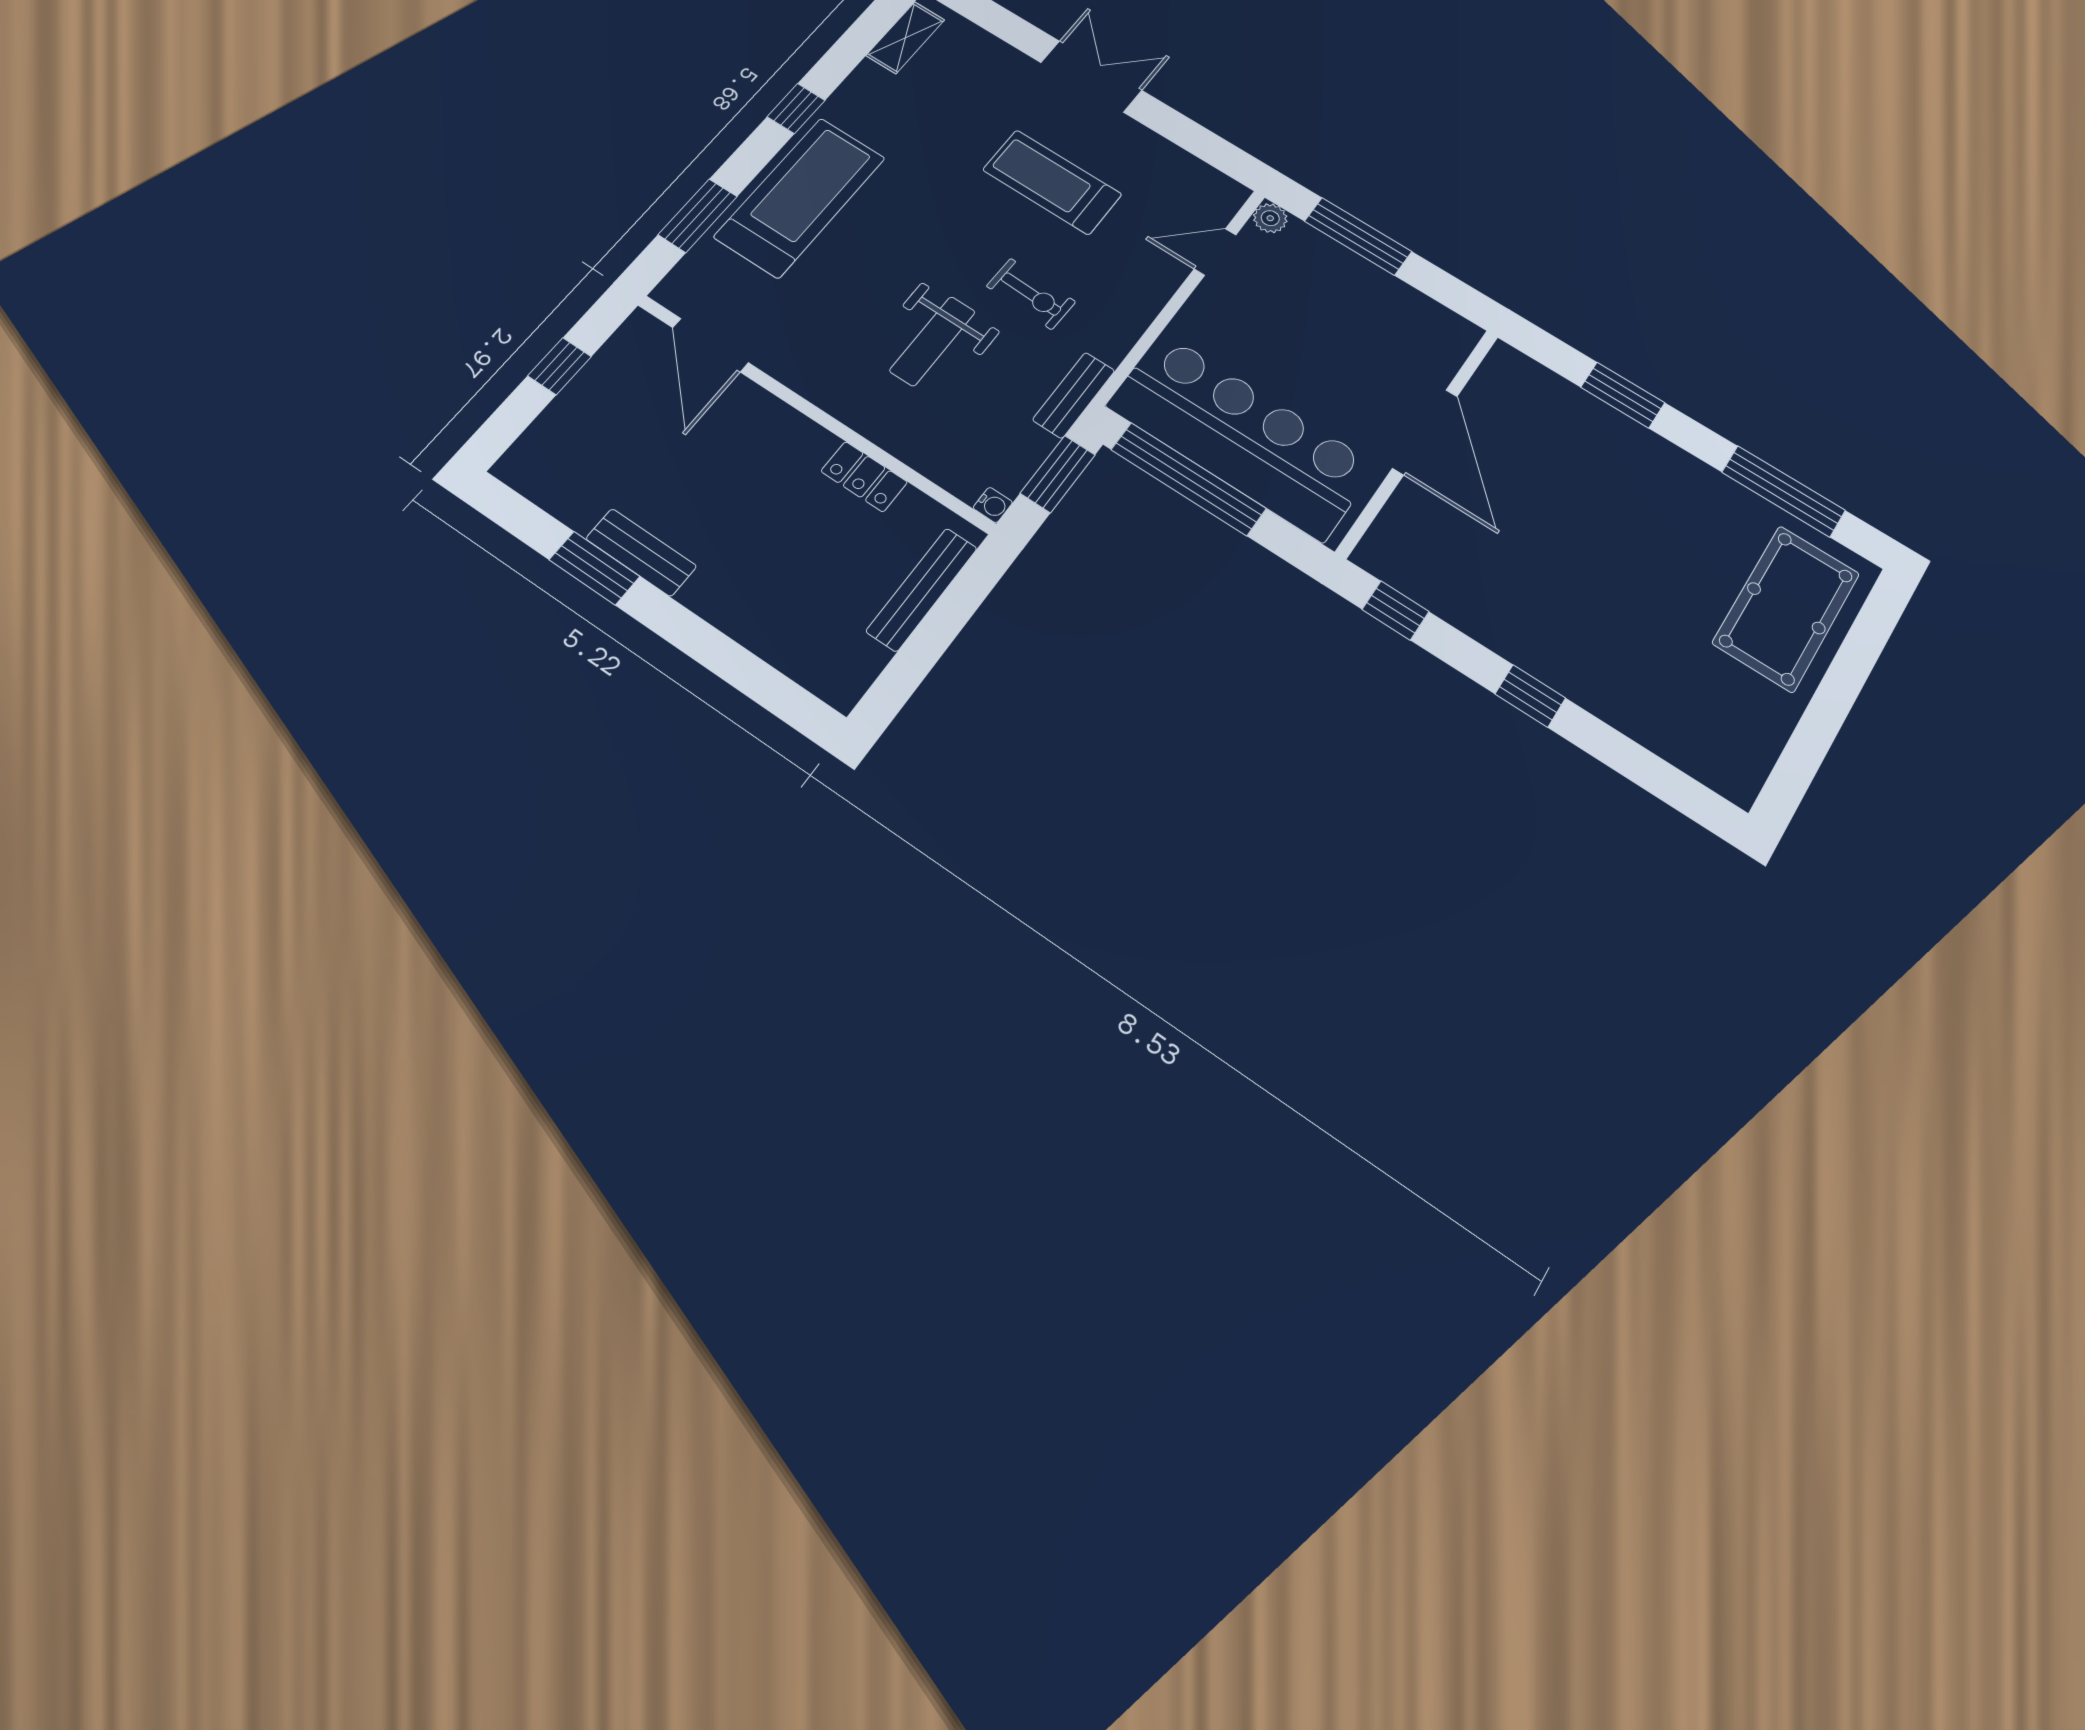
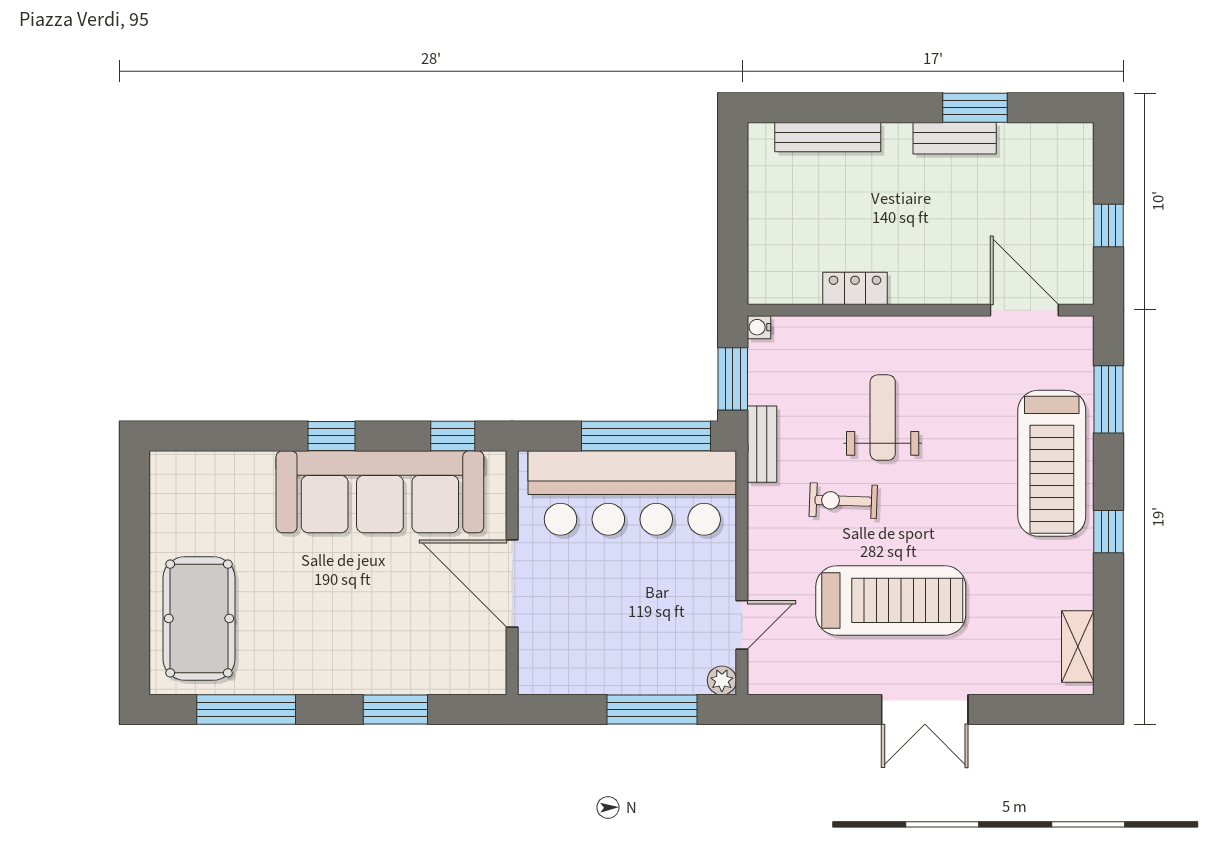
treadmill: (1052, 182) -> (891, 600), width x1.37, depth x1.38
bench: (922, 589) -> (828, 137), moved, turned 90
sofa: (1511, 607) -> (380, 492), added

